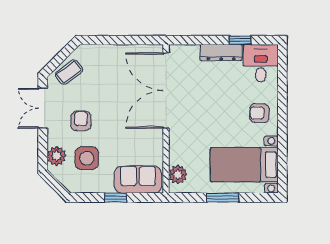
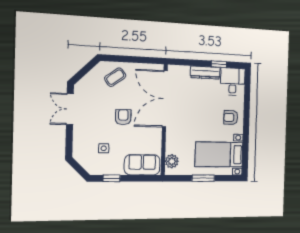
coffee table: (69, 72) -> (115, 77), moved
armchair: (81, 121) -> (123, 117), moved
plant: (57, 156) -> (80, 146), removed
side table: (87, 158) -> (104, 148), width x0.54, depth x0.54
window: (116, 198) -> (112, 178), moved

